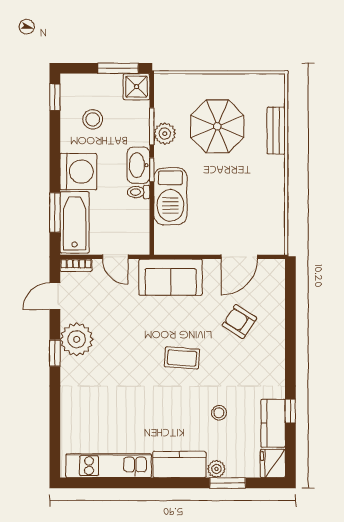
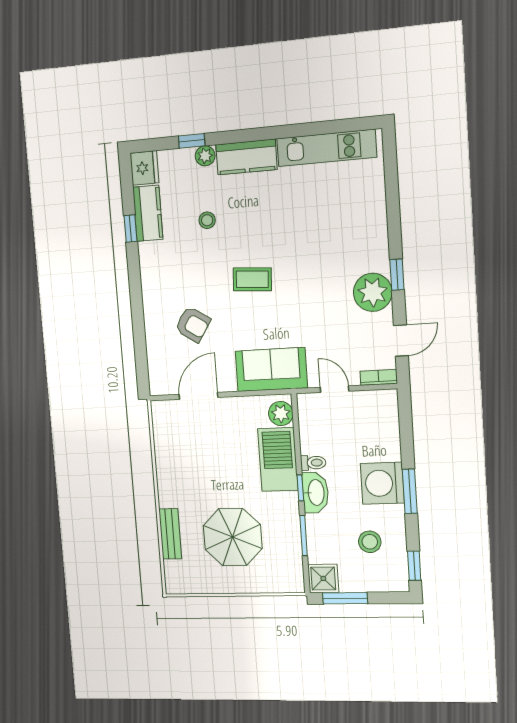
plant: (165, 134) -> (281, 414), moved
window: (55, 213) -> (410, 491), moved
bathtub: (75, 222) -> (383, 426), removed
window: (228, 483) -> (192, 141), width x0.67

